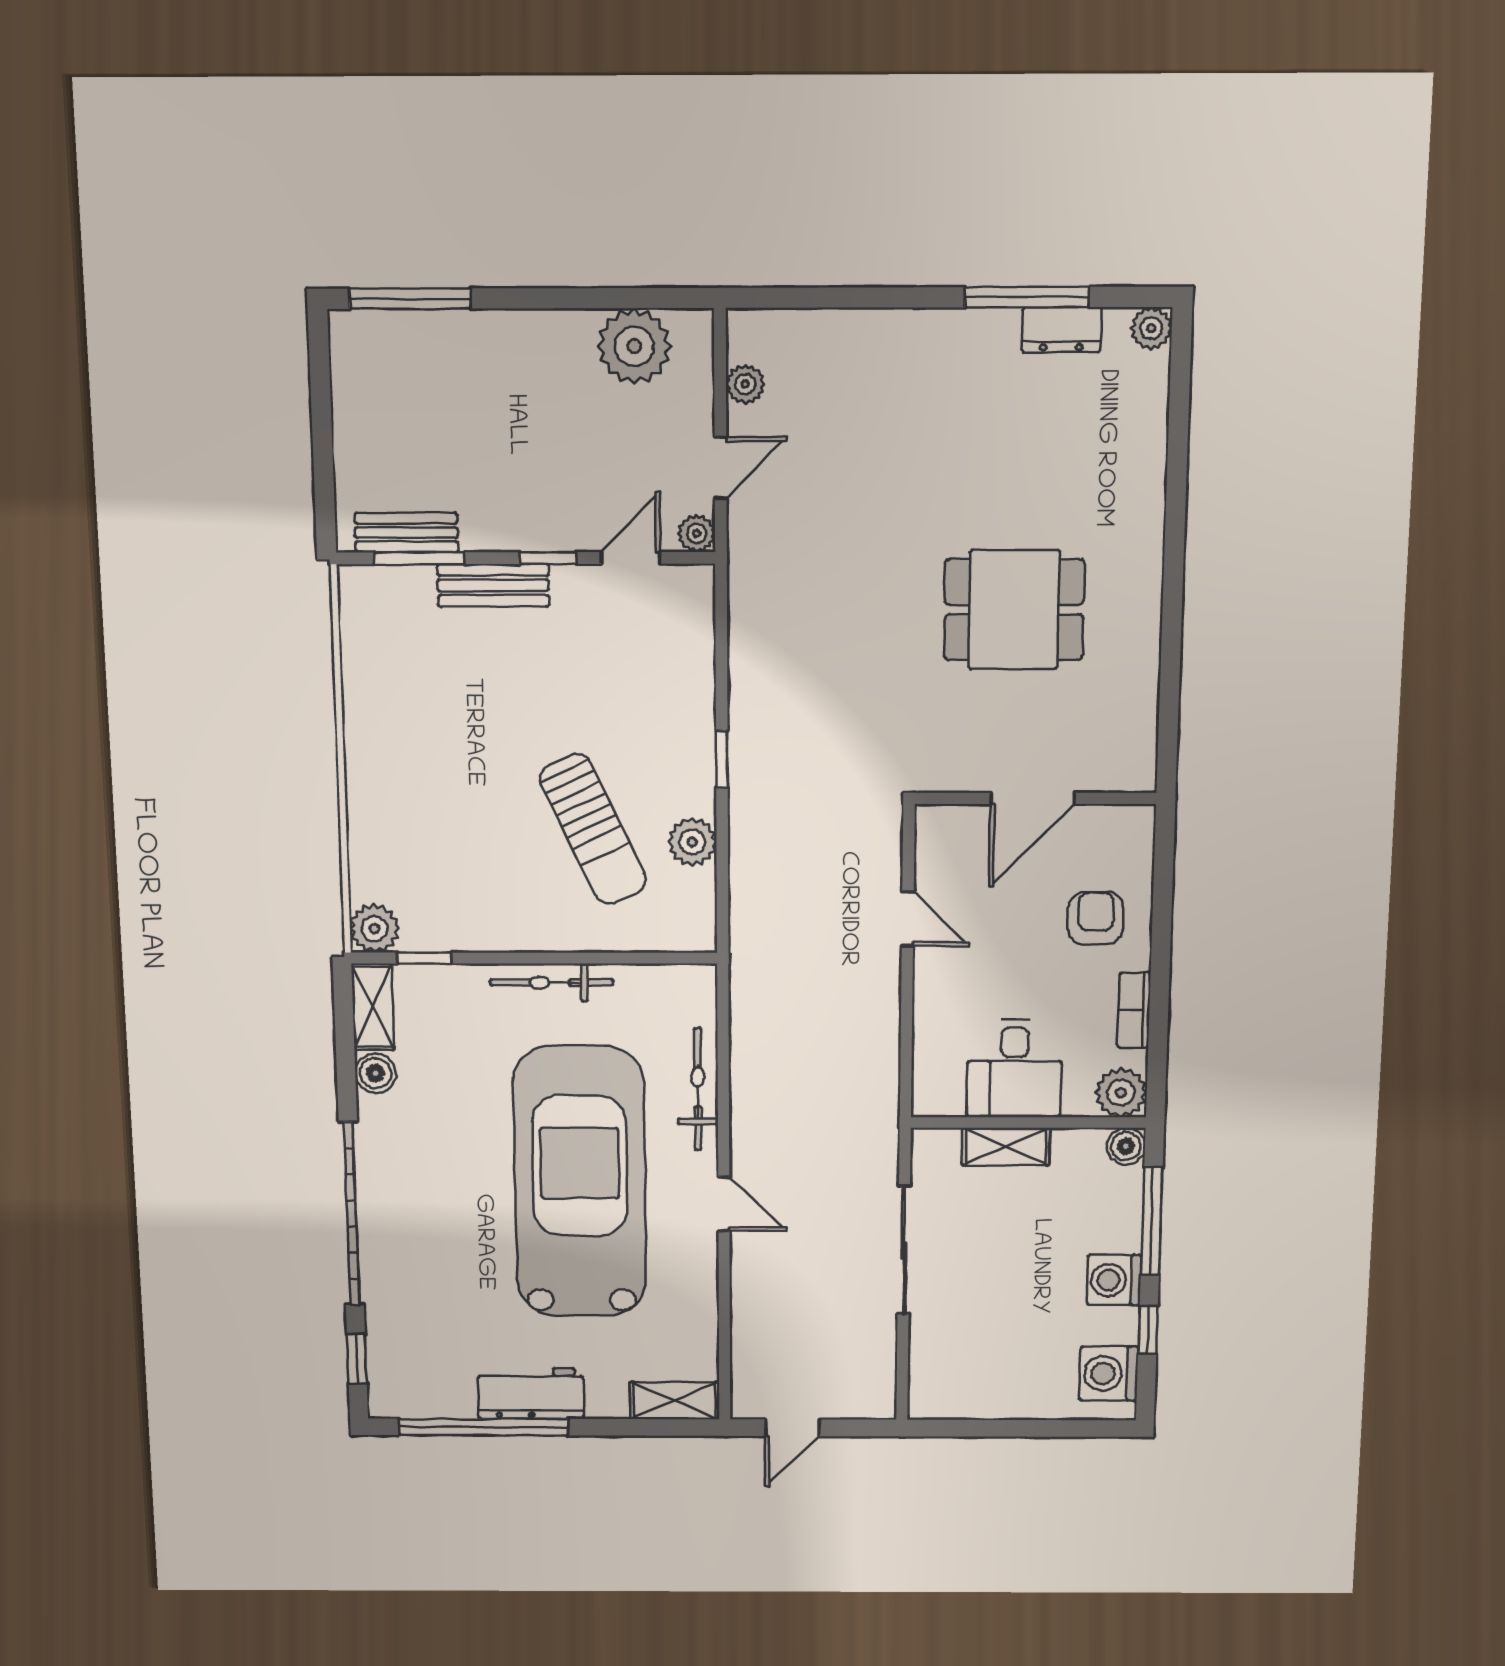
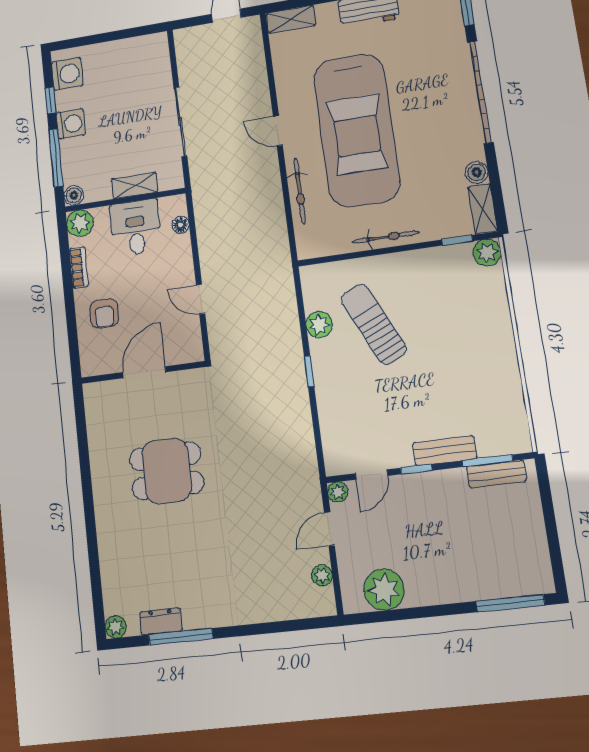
floor lamp: (928, 1061) -> (181, 225), added

